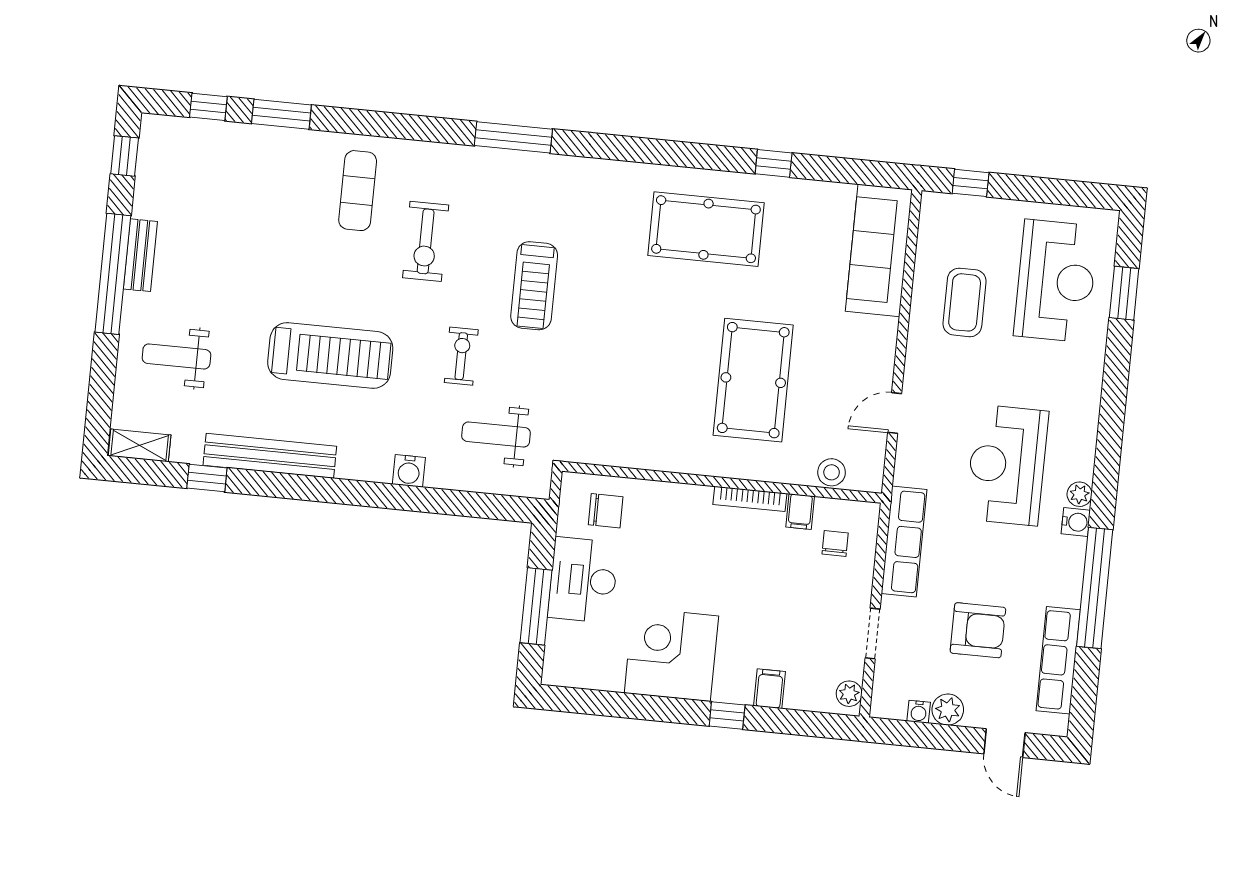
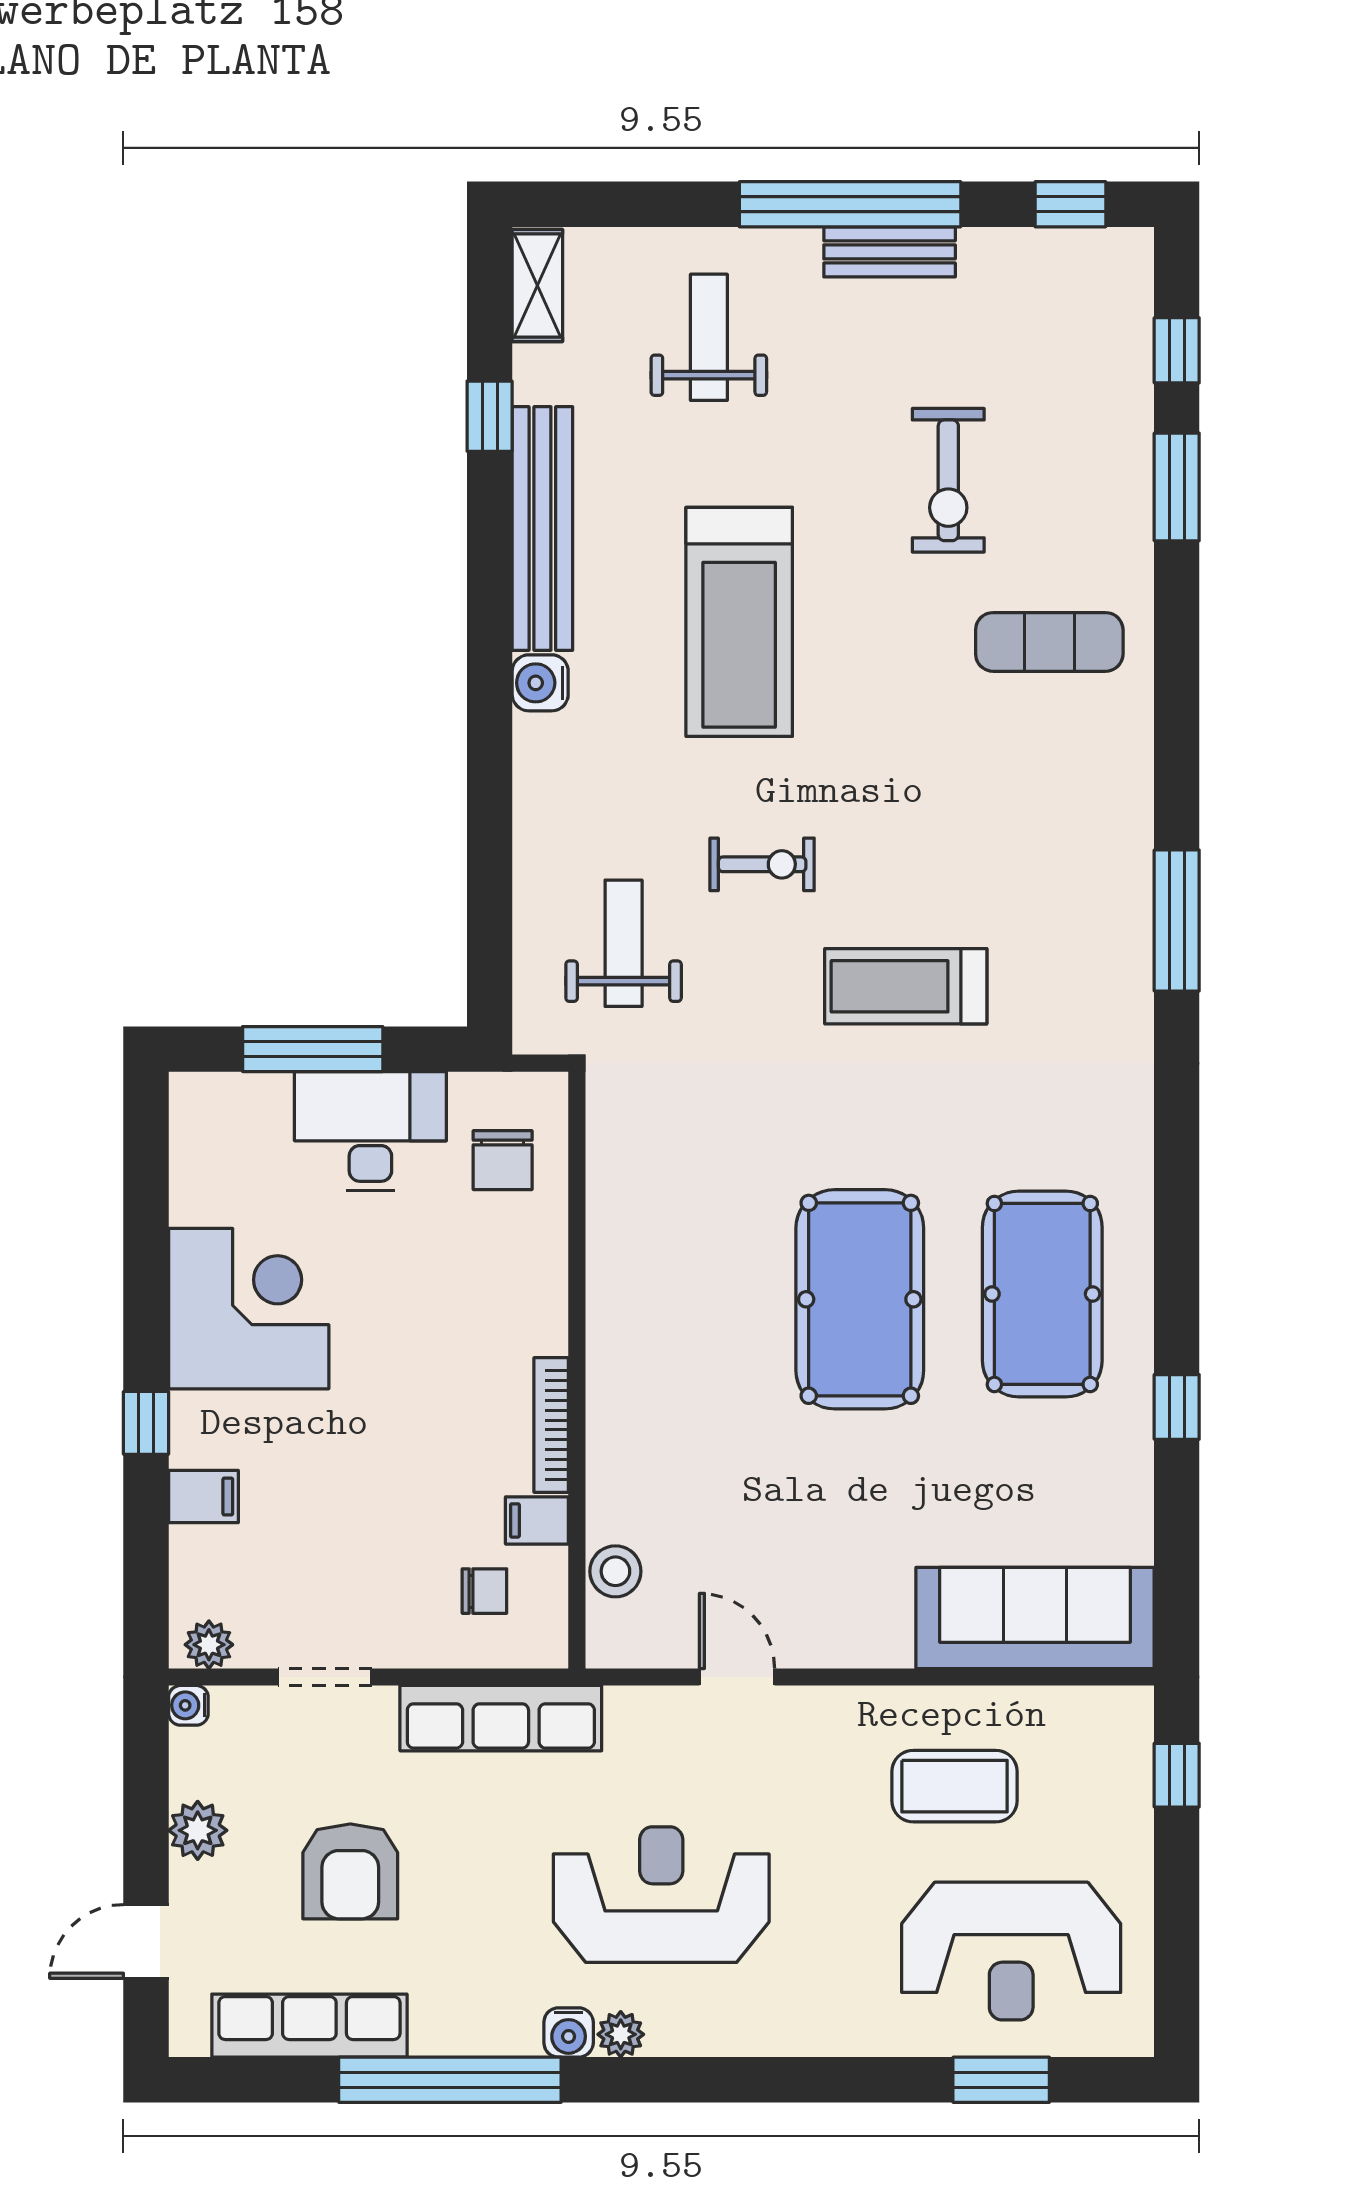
exercise bike: (426, 241) -> (948, 480), moved, turned -90
pool table: (753, 380) -> (860, 1299), moved, turned 90
water cooler: (409, 471) -> (540, 683), moved
water cooler: (919, 712) -> (188, 1705), moved

